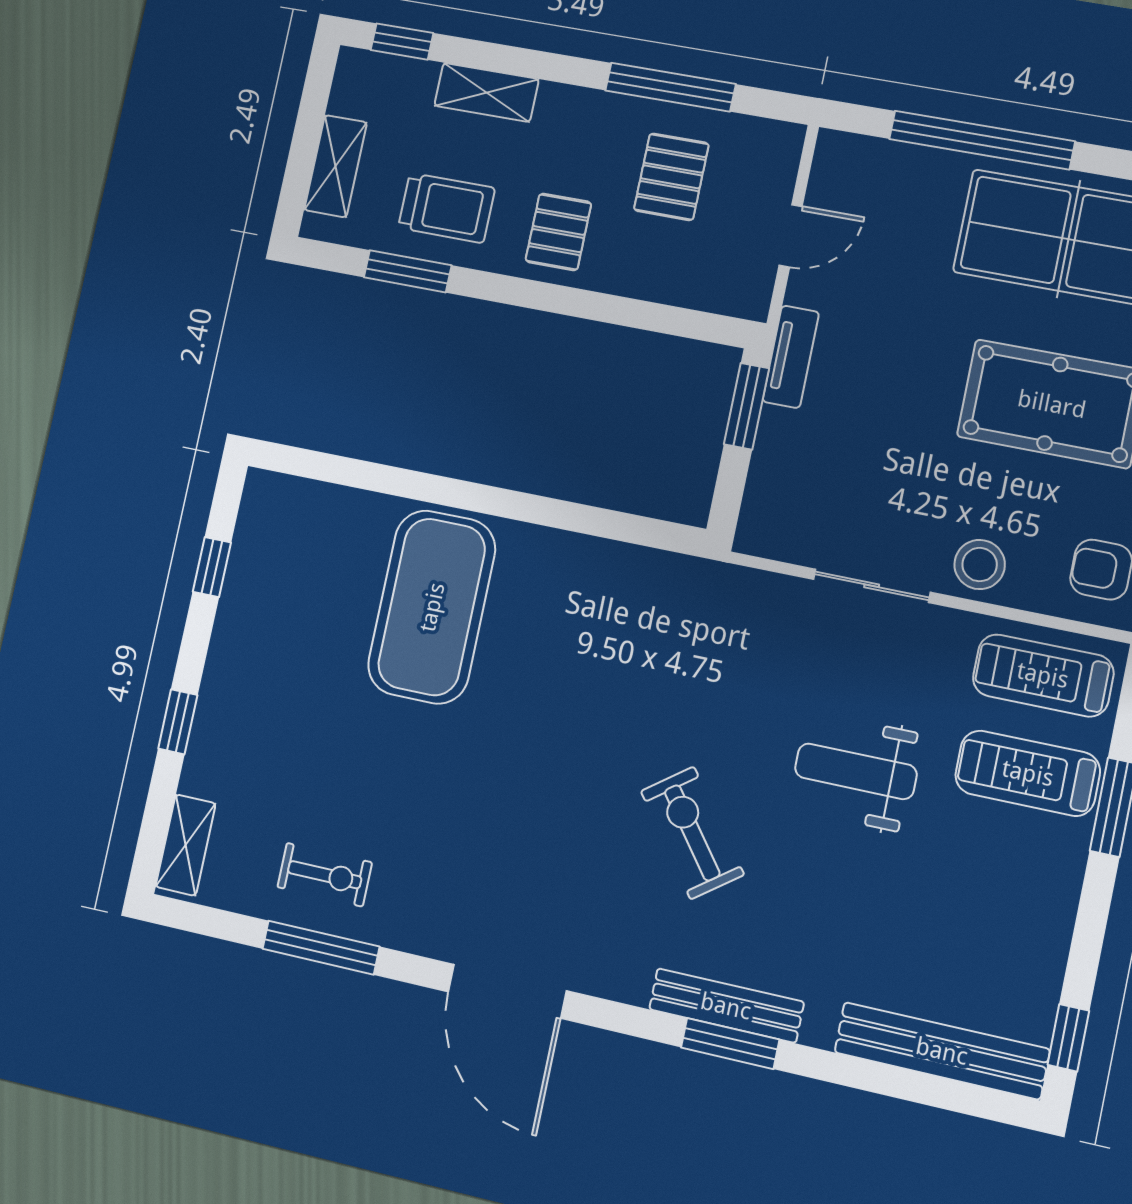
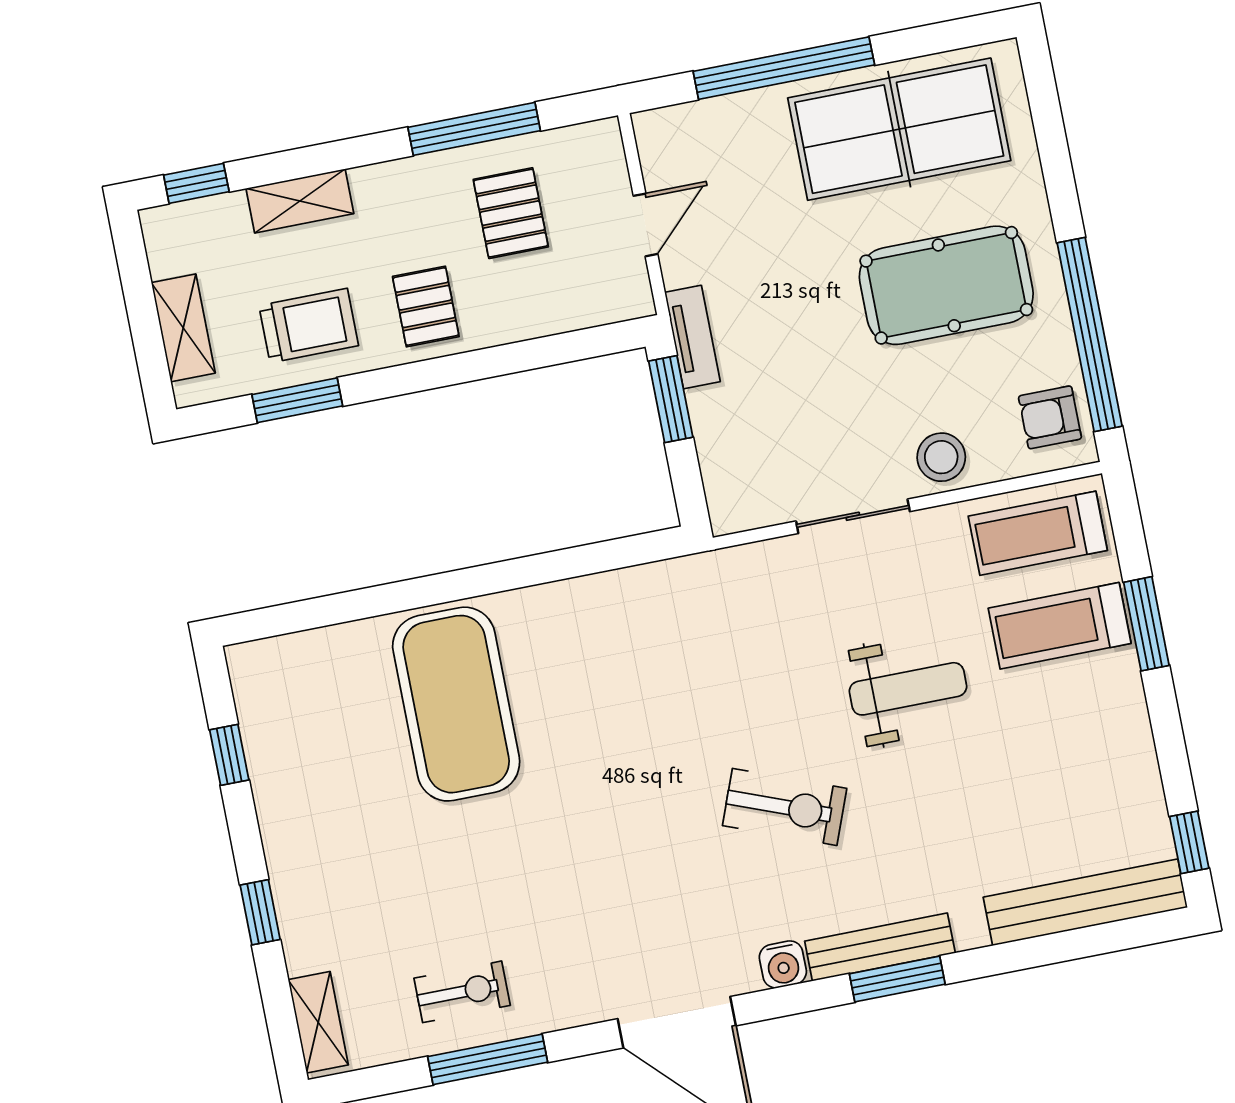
weight bench: (856, 771) -> (908, 689), turned 180
exercise bike: (692, 833) -> (785, 807), turned 148
water cooler: (628, 981) -> (783, 964), added

